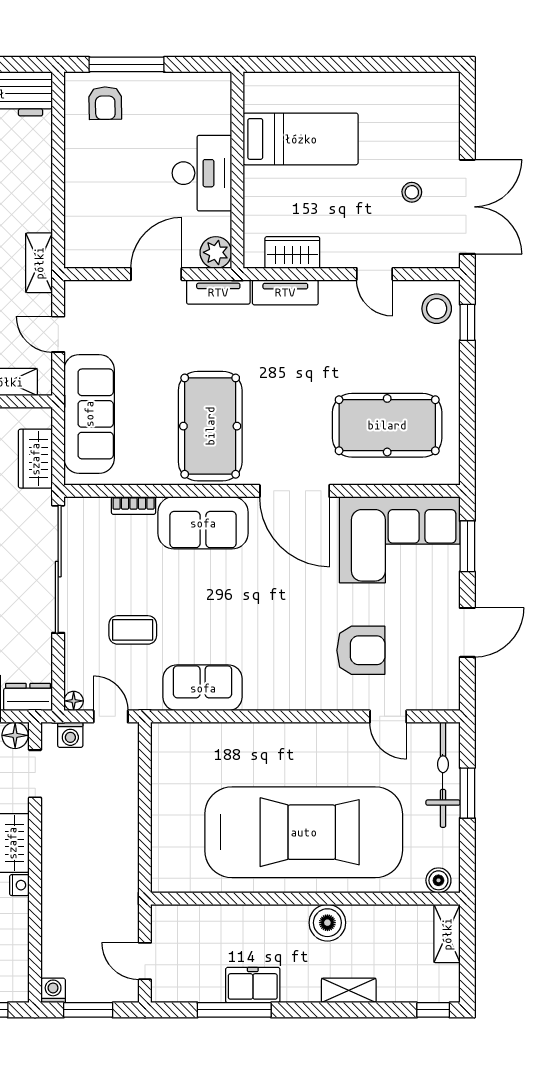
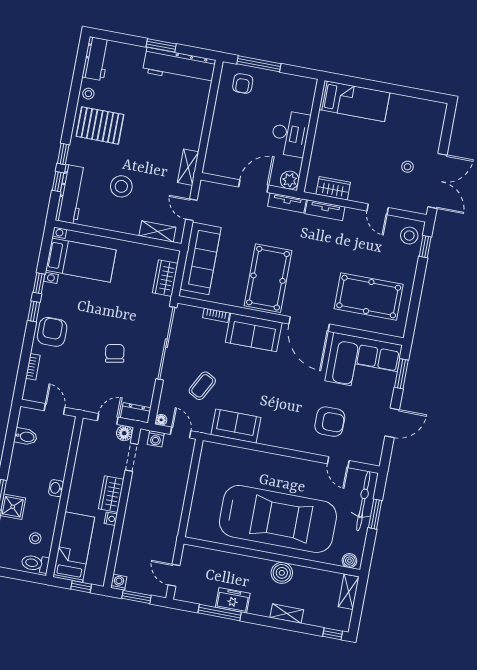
bed: (301, 139) -> (354, 101), moved
coffee table: (133, 630) -> (202, 386), turned -62

